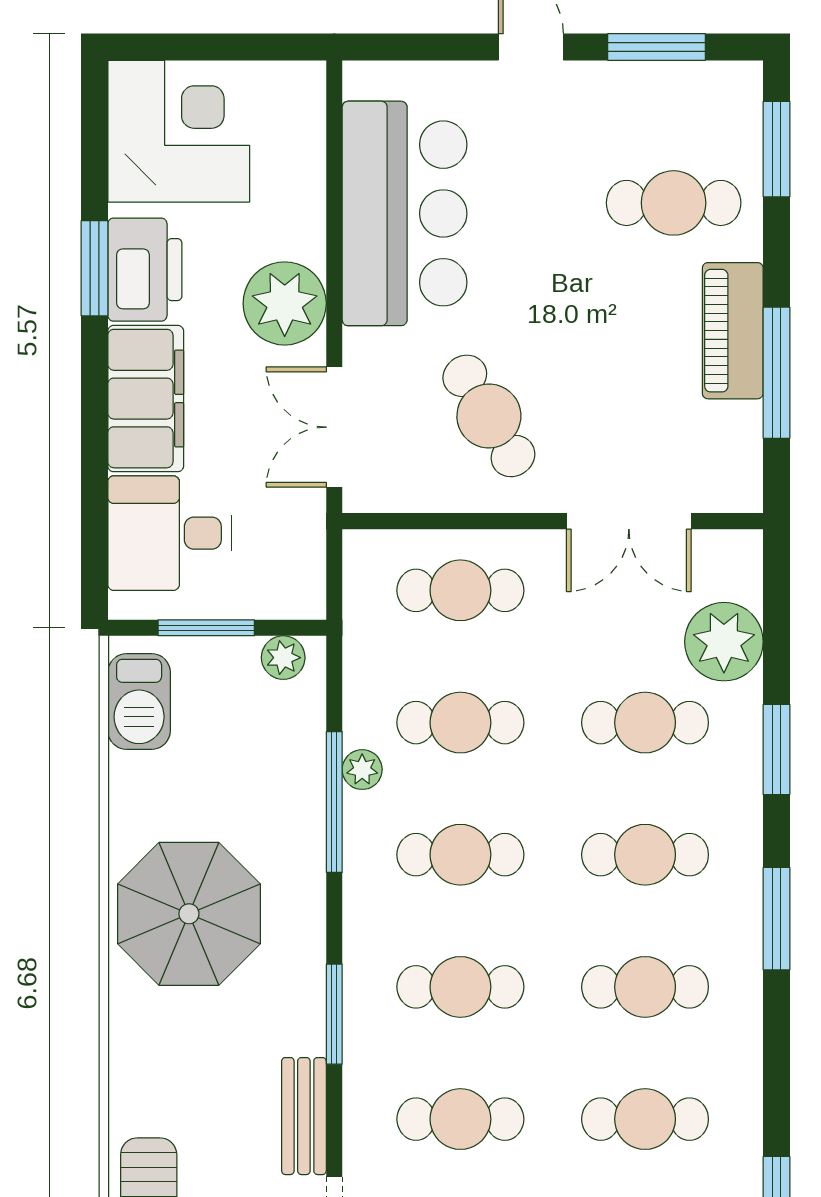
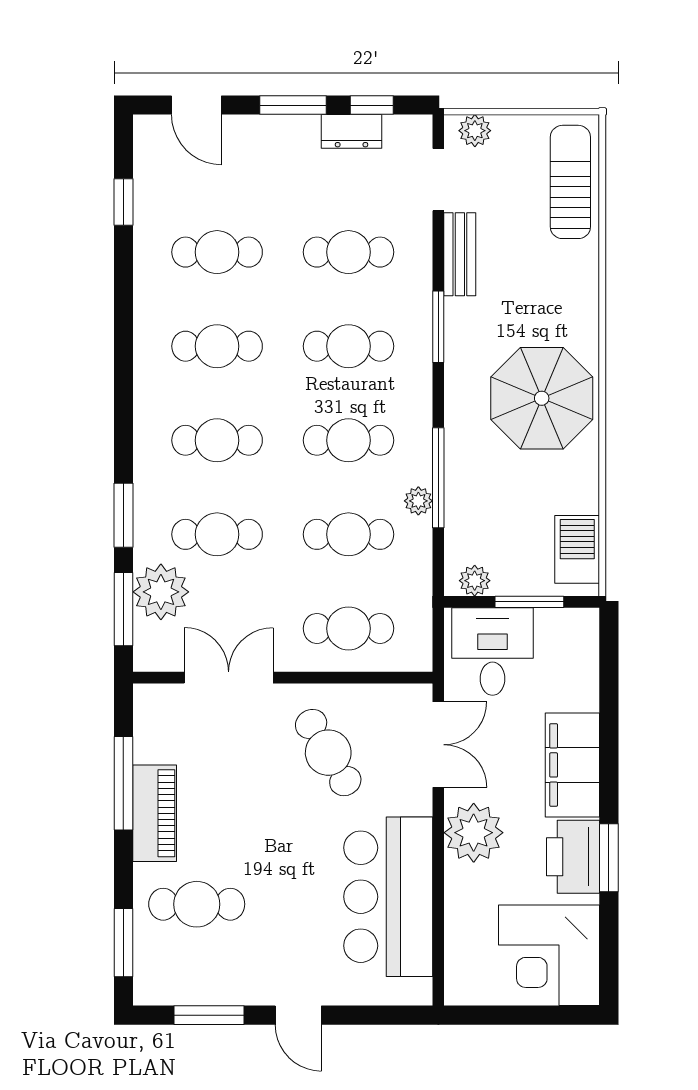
desk: (169, 533) -> (493, 651), moved, turned -90
window: (777, 919) -> (123, 609), moved

